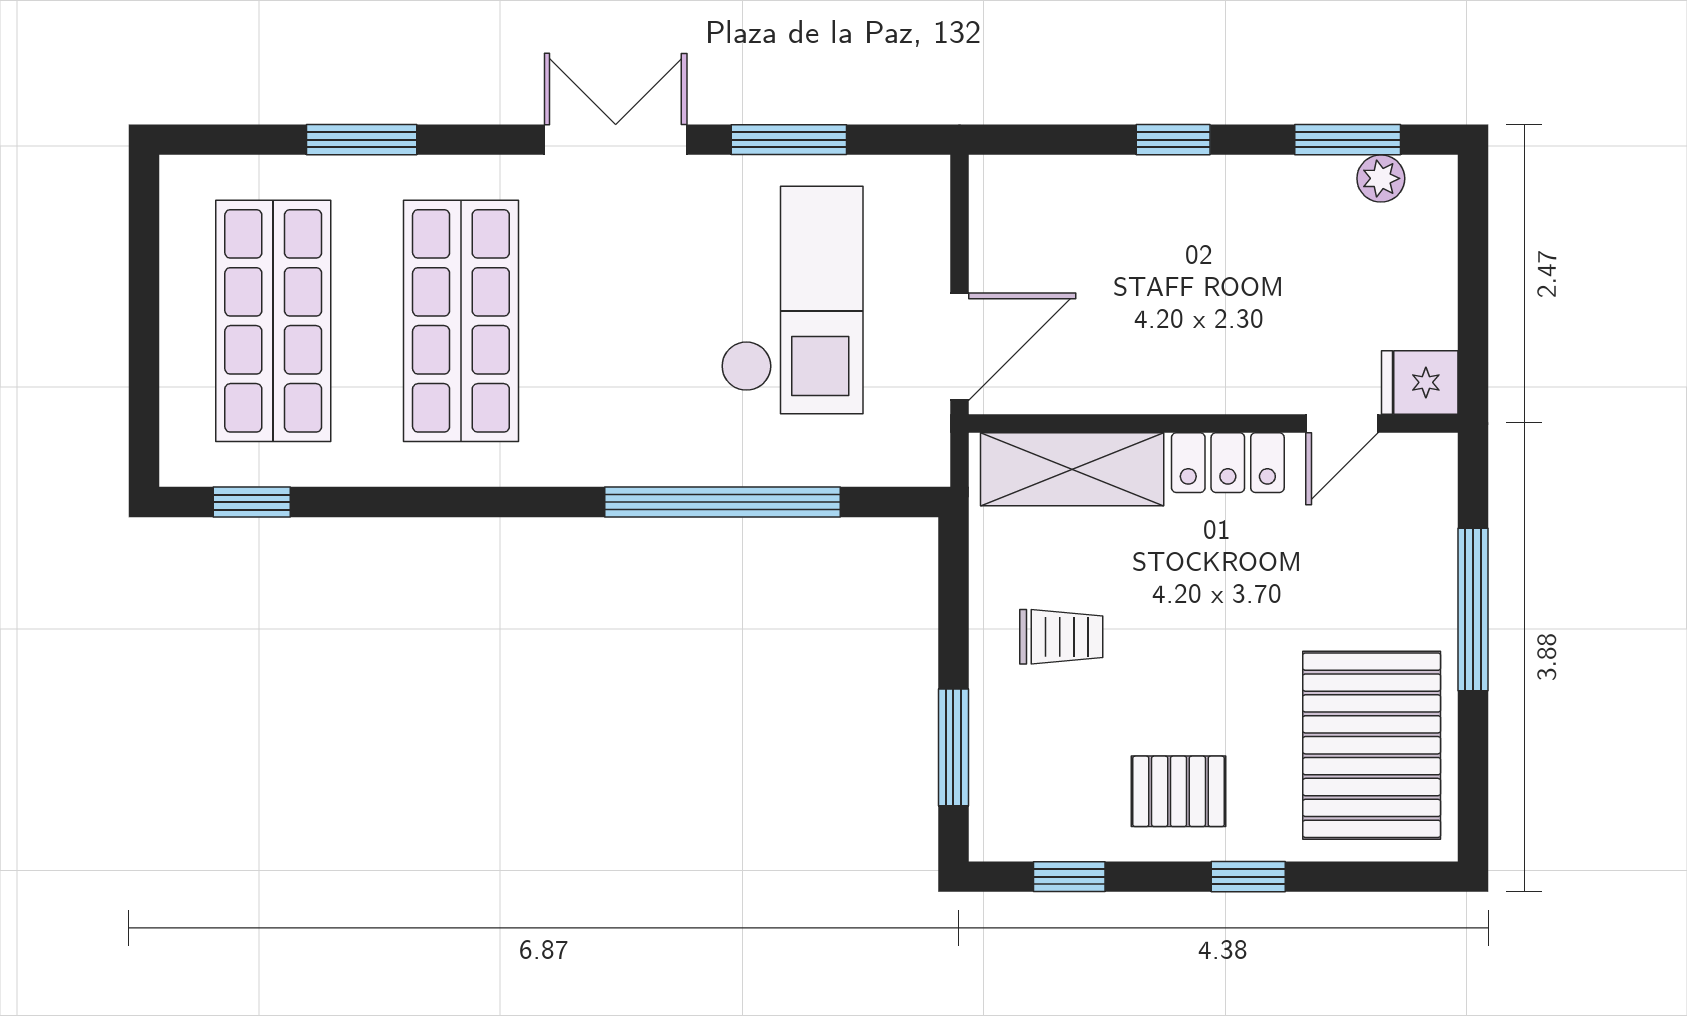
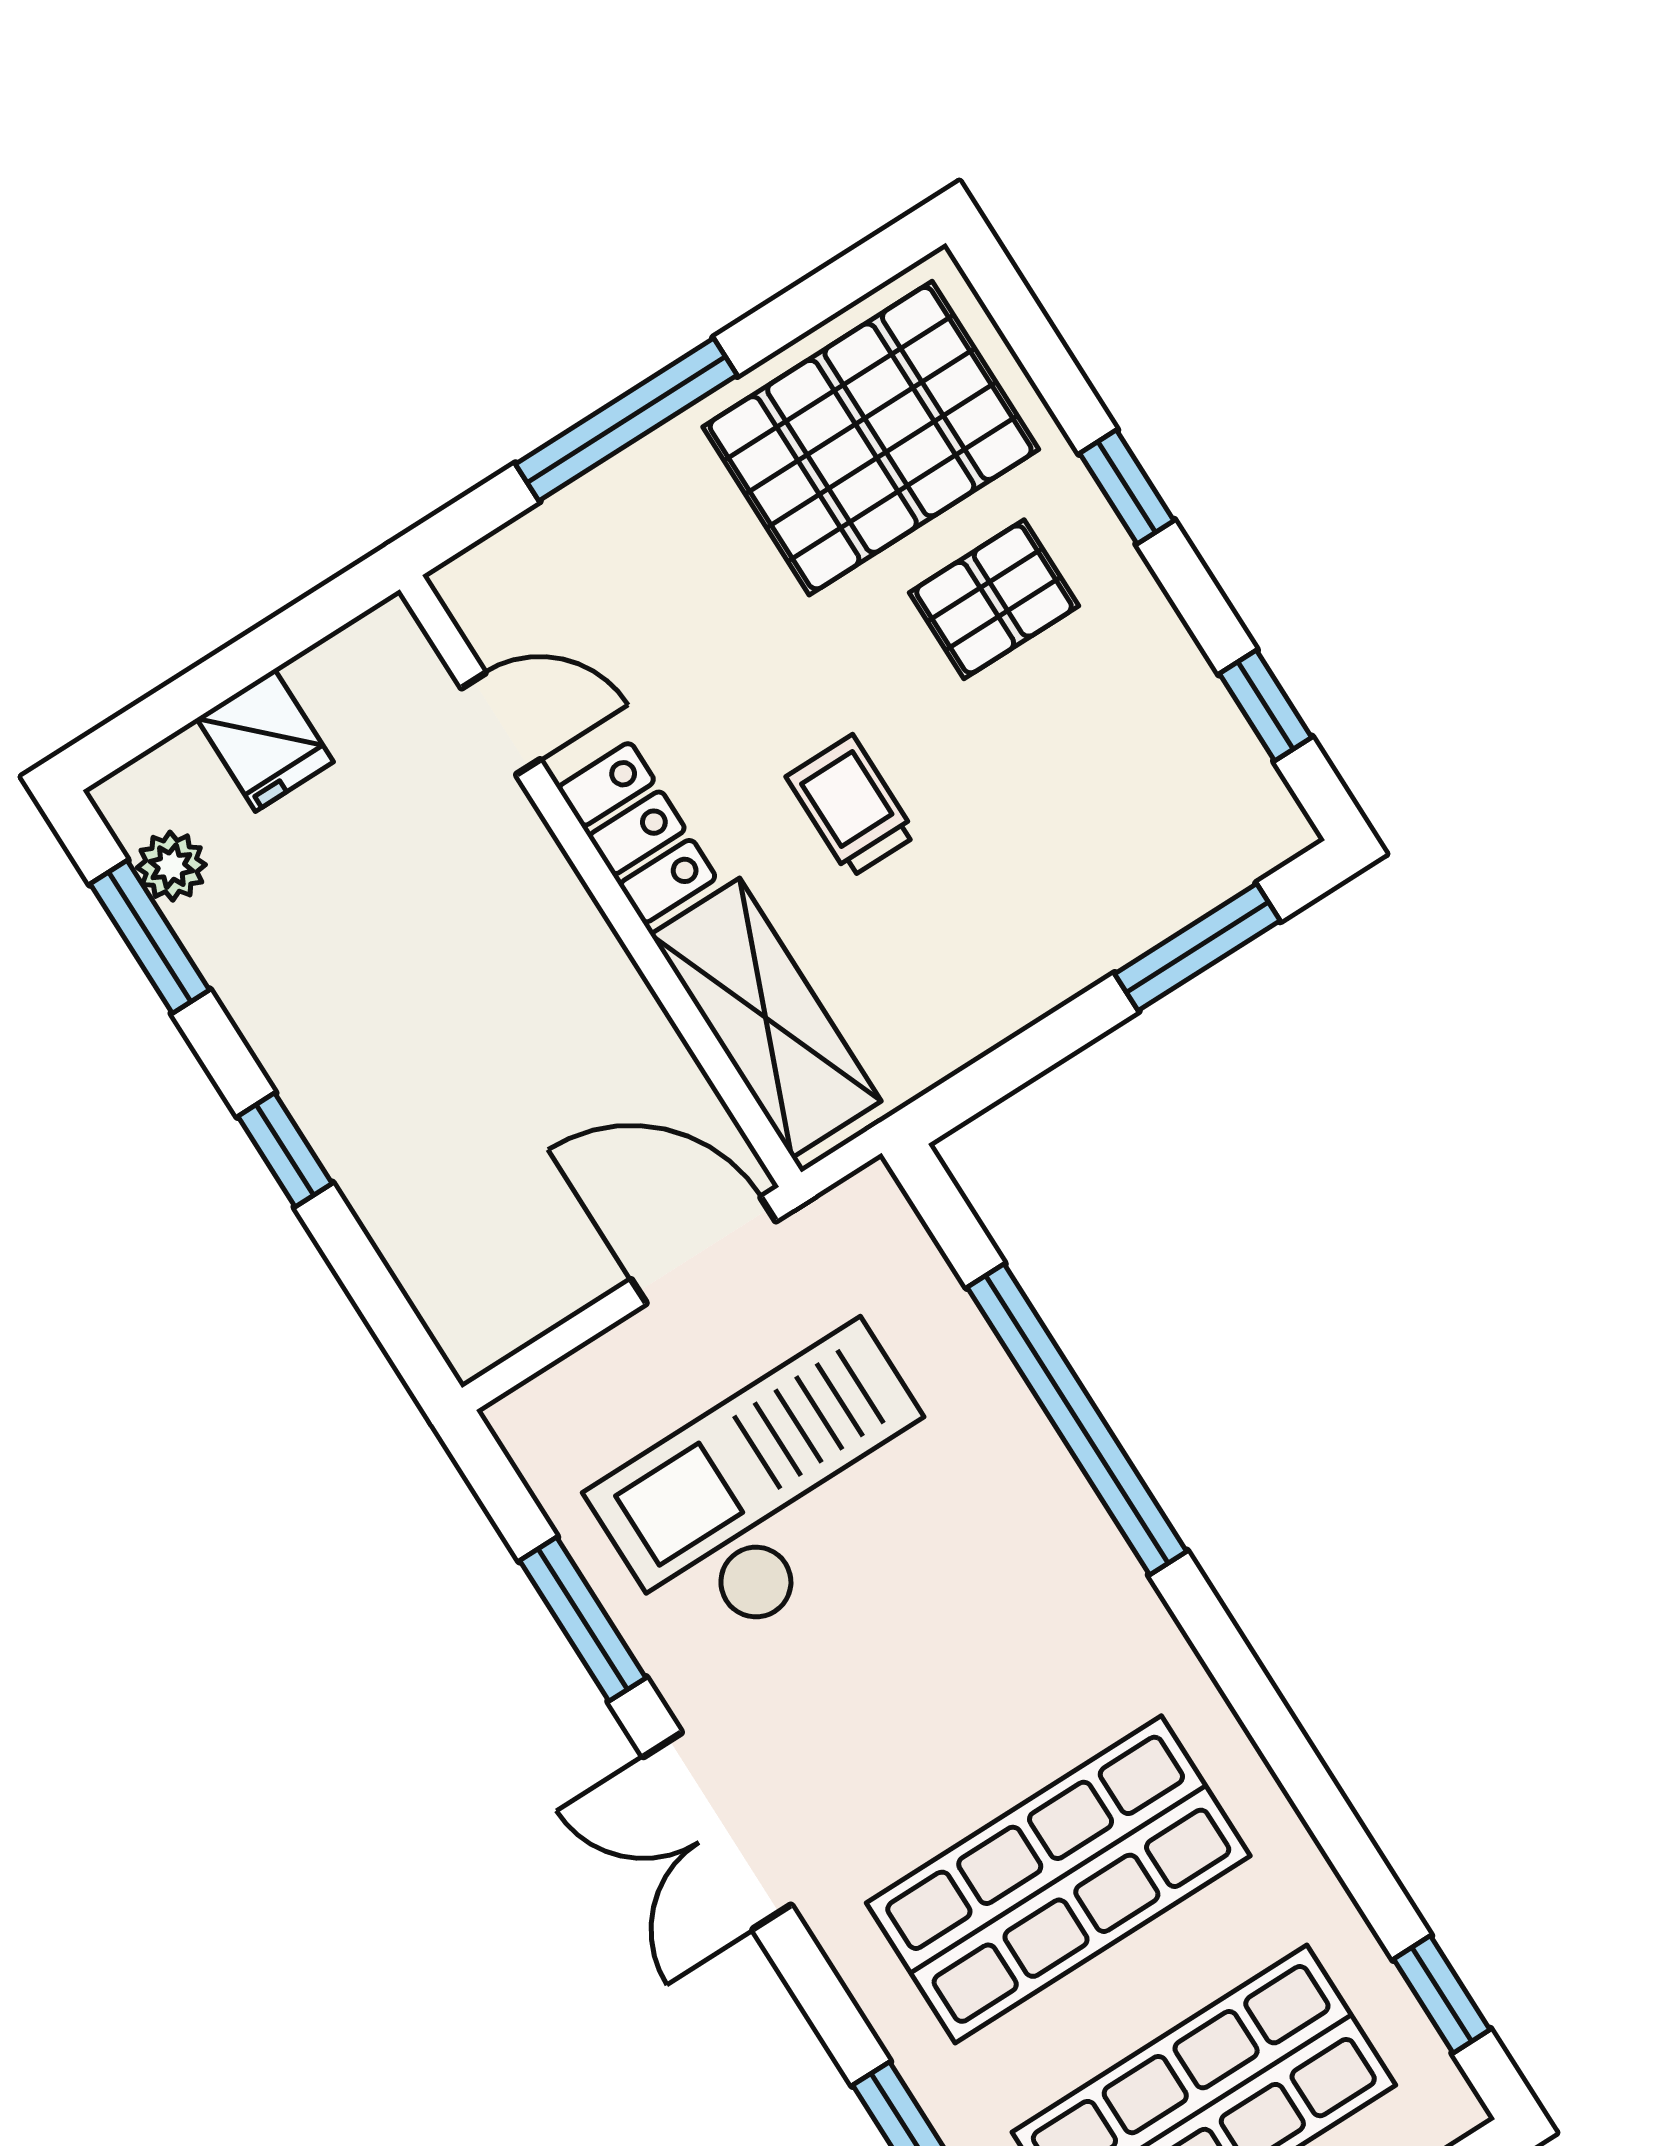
fridge: (1420, 382) -> (265, 740), moved
trolley: (1061, 637) -> (851, 806), moved
pallet: (1179, 791) -> (994, 599), moved, turned 90

